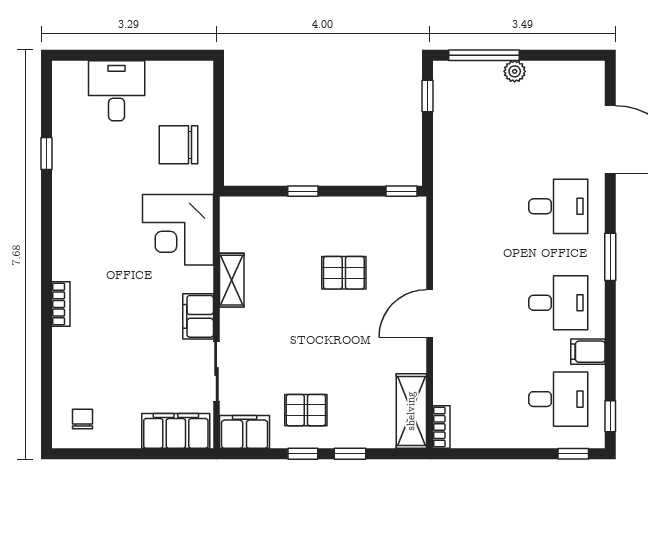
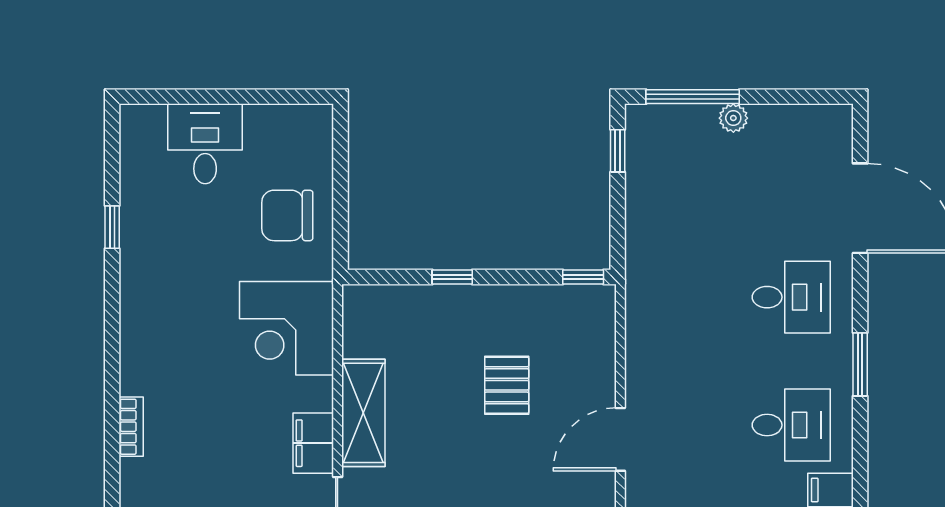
pallet: (344, 273) -> (507, 385), turned 90
shelving: (232, 280) -> (363, 413), width x1.50, depth x1.33

